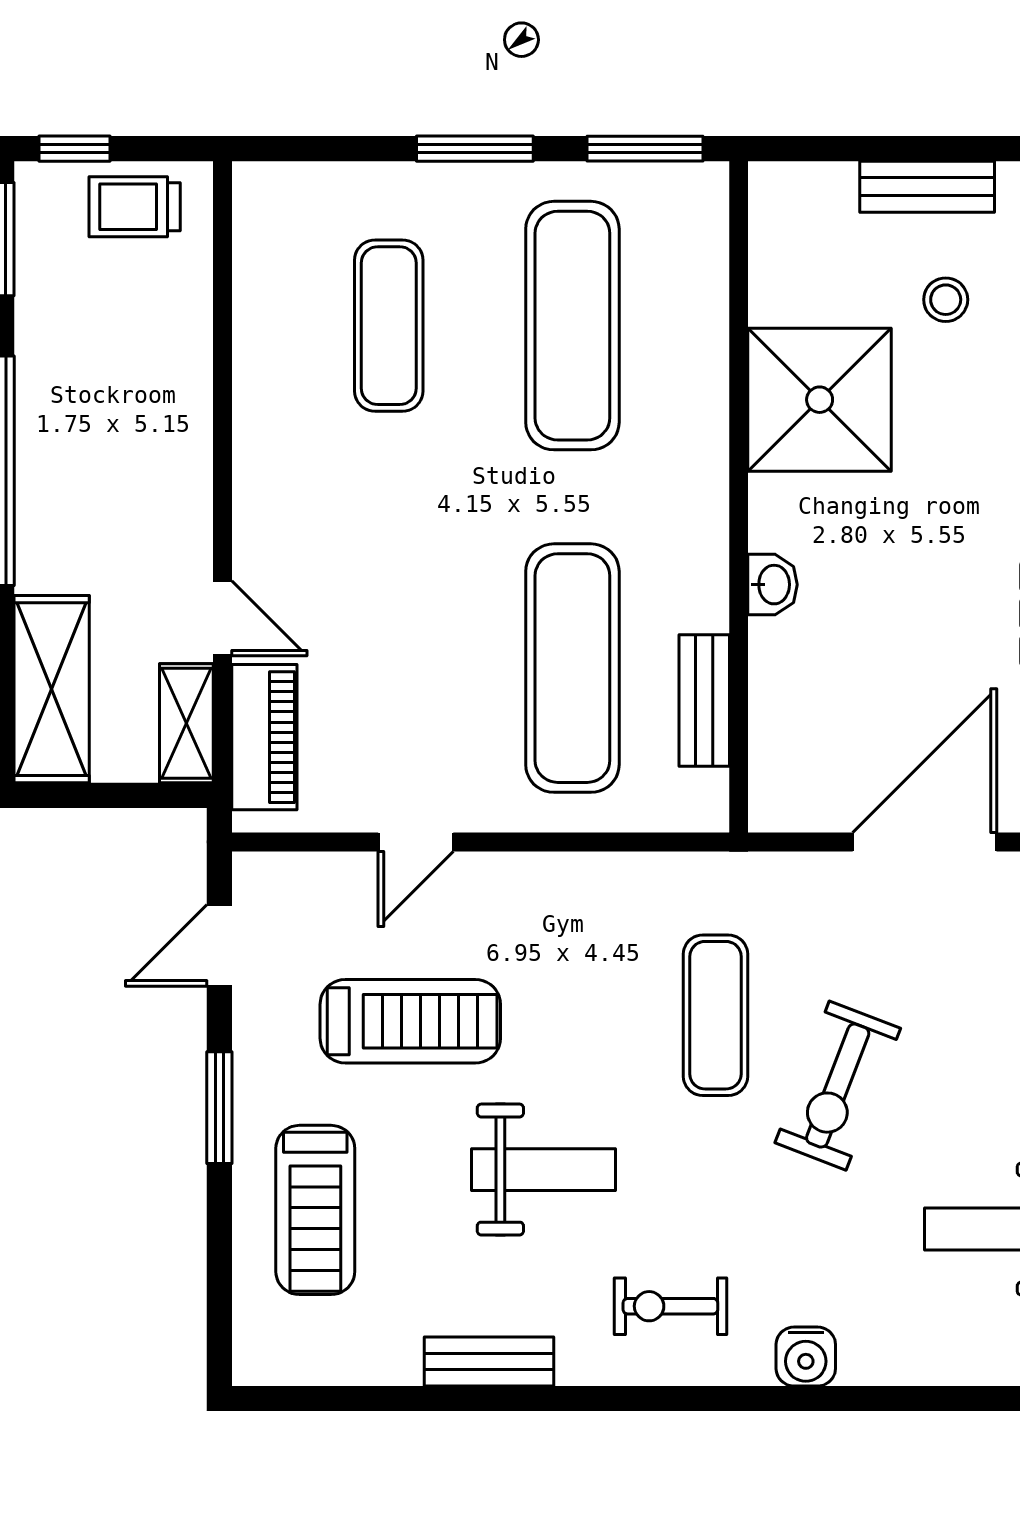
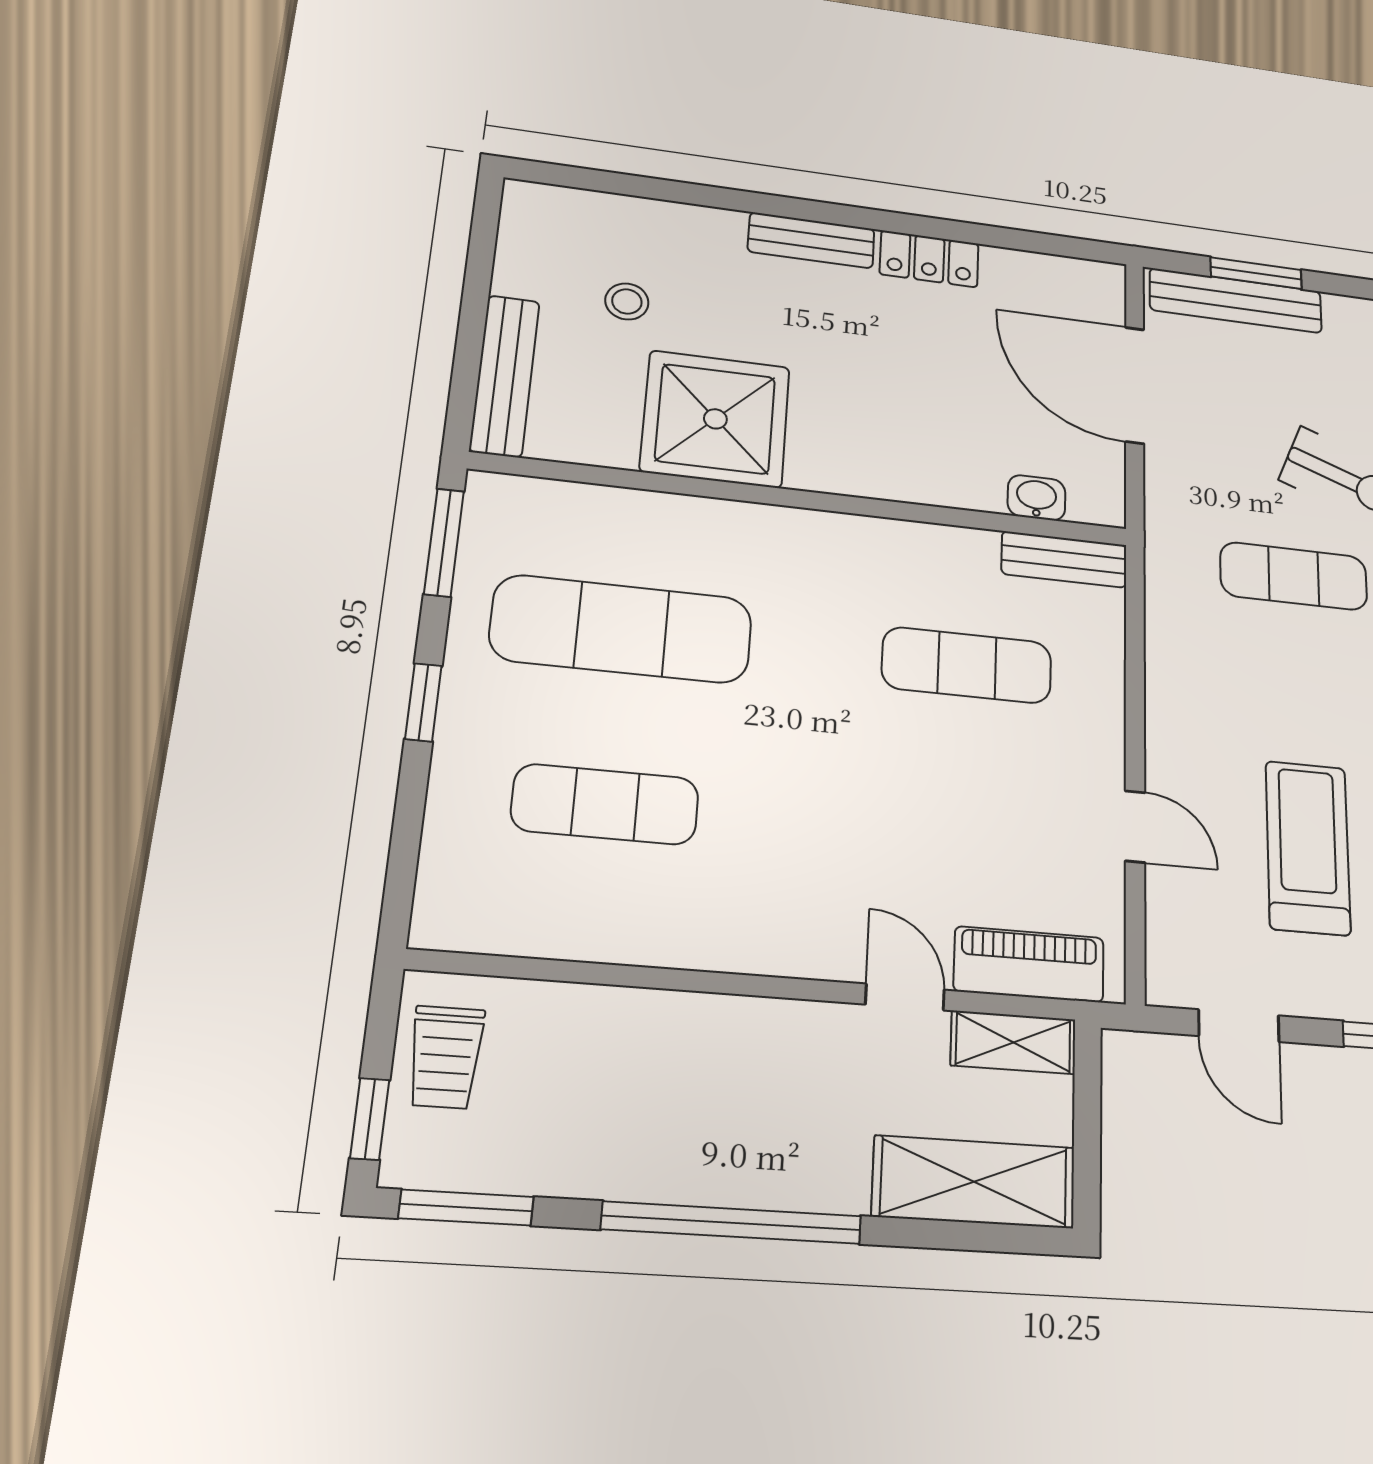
window: (475, 149) -> (423, 702), width x0.67
bench: (927, 187) -> (505, 376), moved, width x1.36
washbasin: (773, 585) -> (1037, 498), moved
door: (223, 618) -> (905, 997), hinge flipped
exercise mat: (572, 668) -> (967, 665), width x0.73, depth x0.69
bench: (704, 701) -> (1064, 559), moved

